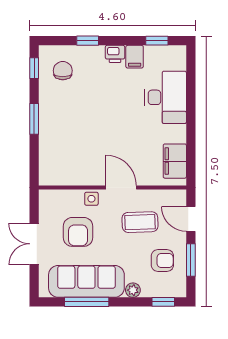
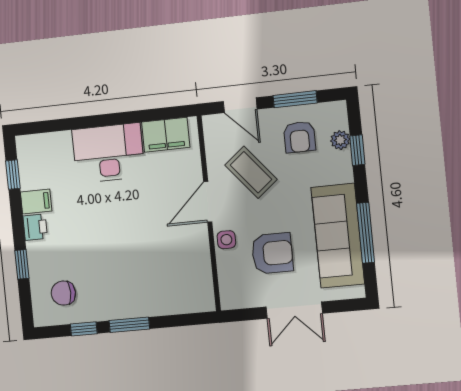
window: (34, 68) -> (84, 329), moved
desk: (166, 97) -> (108, 153), moved
door: (191, 219) -> (240, 105), hinge flipped
coffee table: (140, 222) -> (251, 172), turned -37
armchair: (162, 261) -> (299, 137), turned 180
plant: (133, 290) -> (340, 140), moved
window: (163, 302) -> (357, 150), moved

